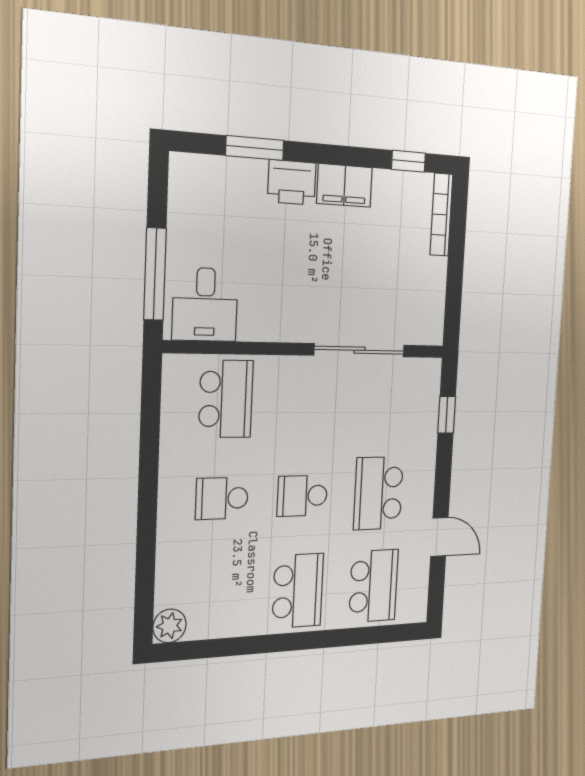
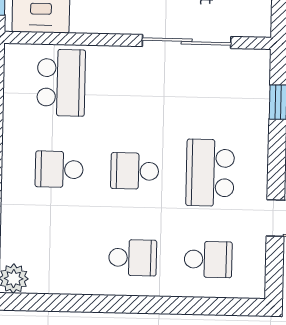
school desk: (374, 586) -> (208, 259), width x0.54
school desk: (298, 591) -> (133, 258), width x0.54

